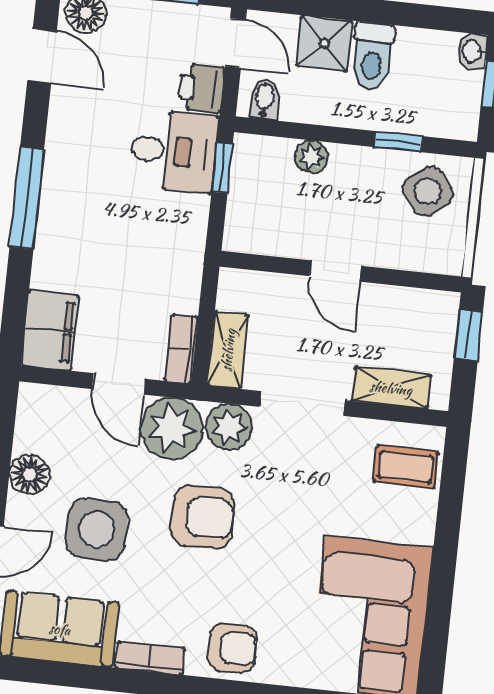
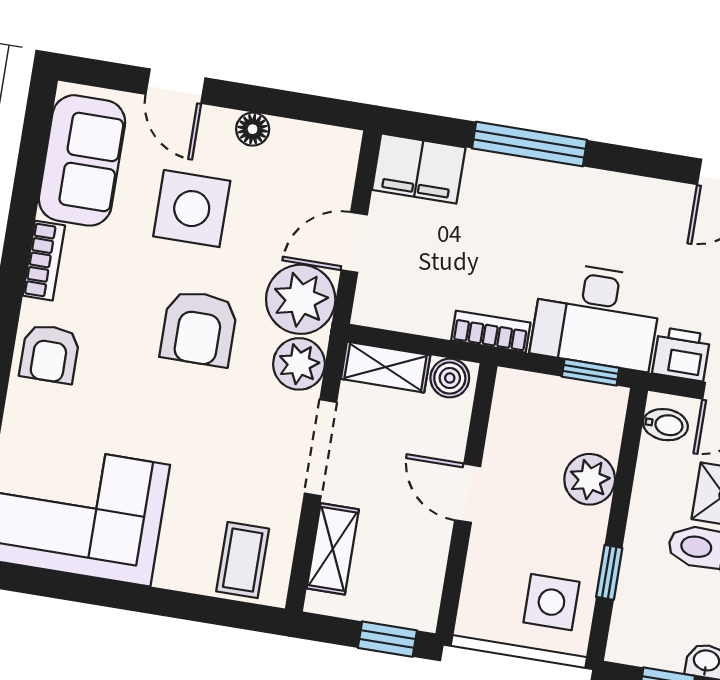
desk: (174, 151) -> (596, 316), width x1.37
plant: (311, 157) -> (590, 479), width x1.38, depth x1.38
side table: (428, 191) -> (551, 602), turned 37
window: (27, 198) -> (529, 144), moved
door: (335, 271) -> (468, 493), hinge flipped
boiler: (234, 292) -> (450, 378), added
bookcase: (181, 349) -> (491, 332), moved
floor lamp: (29, 475) -> (253, 129), width x0.73, depth x0.73

